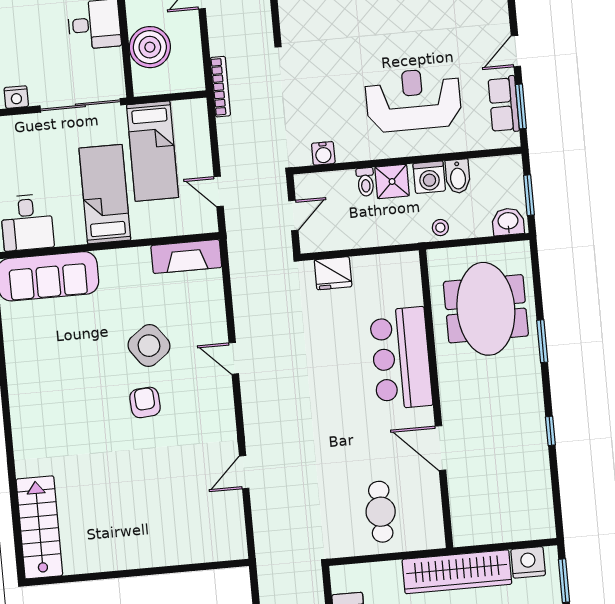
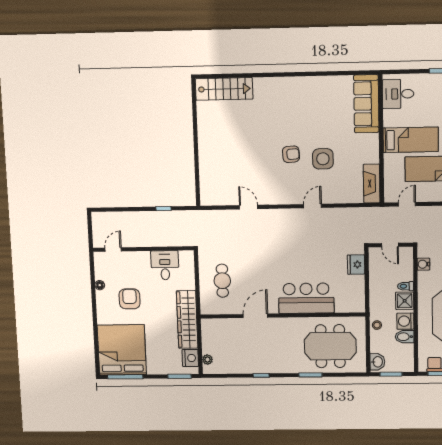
side table: (149, 346) -> (323, 159), turned 36
cafe table: (381, 512) -> (222, 281), turned 90
plant: (528, 531) -> (207, 360), added

